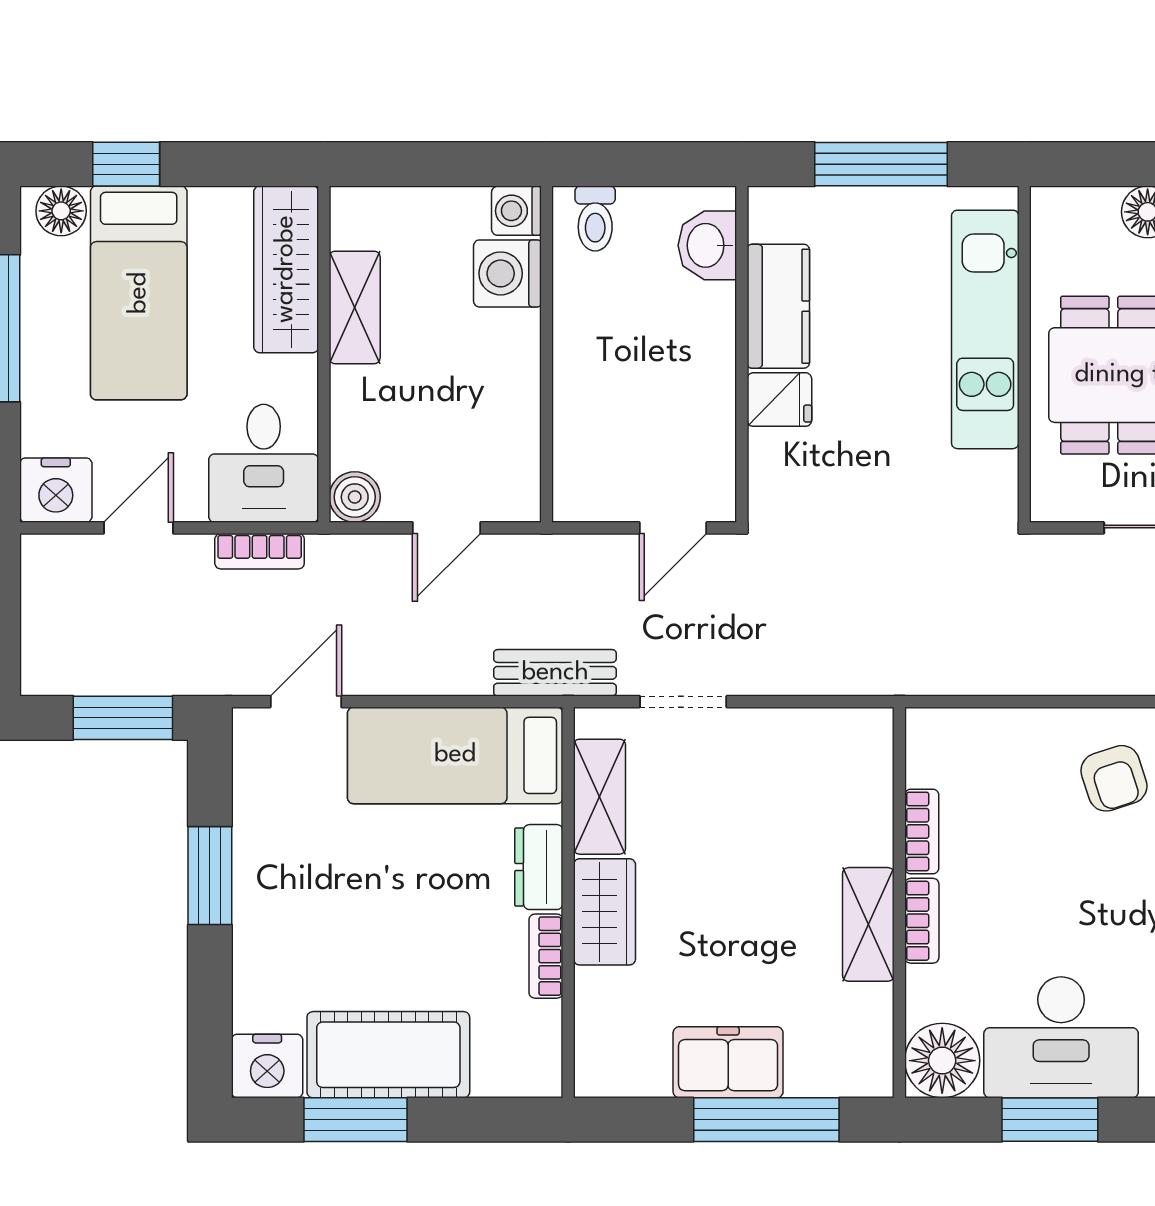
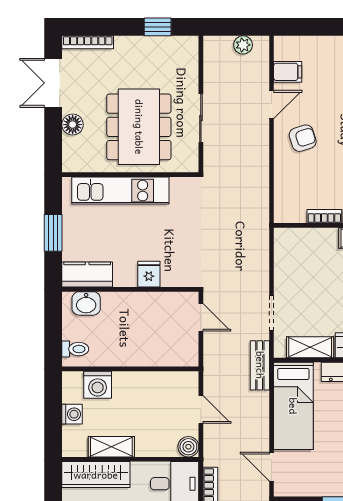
window: (881, 164) -> (53, 233), width x0.69
washing machine: (516, 211) -> (72, 414), moved, turned -90
kitchen counter: (778, 306) -> (87, 275), moved

